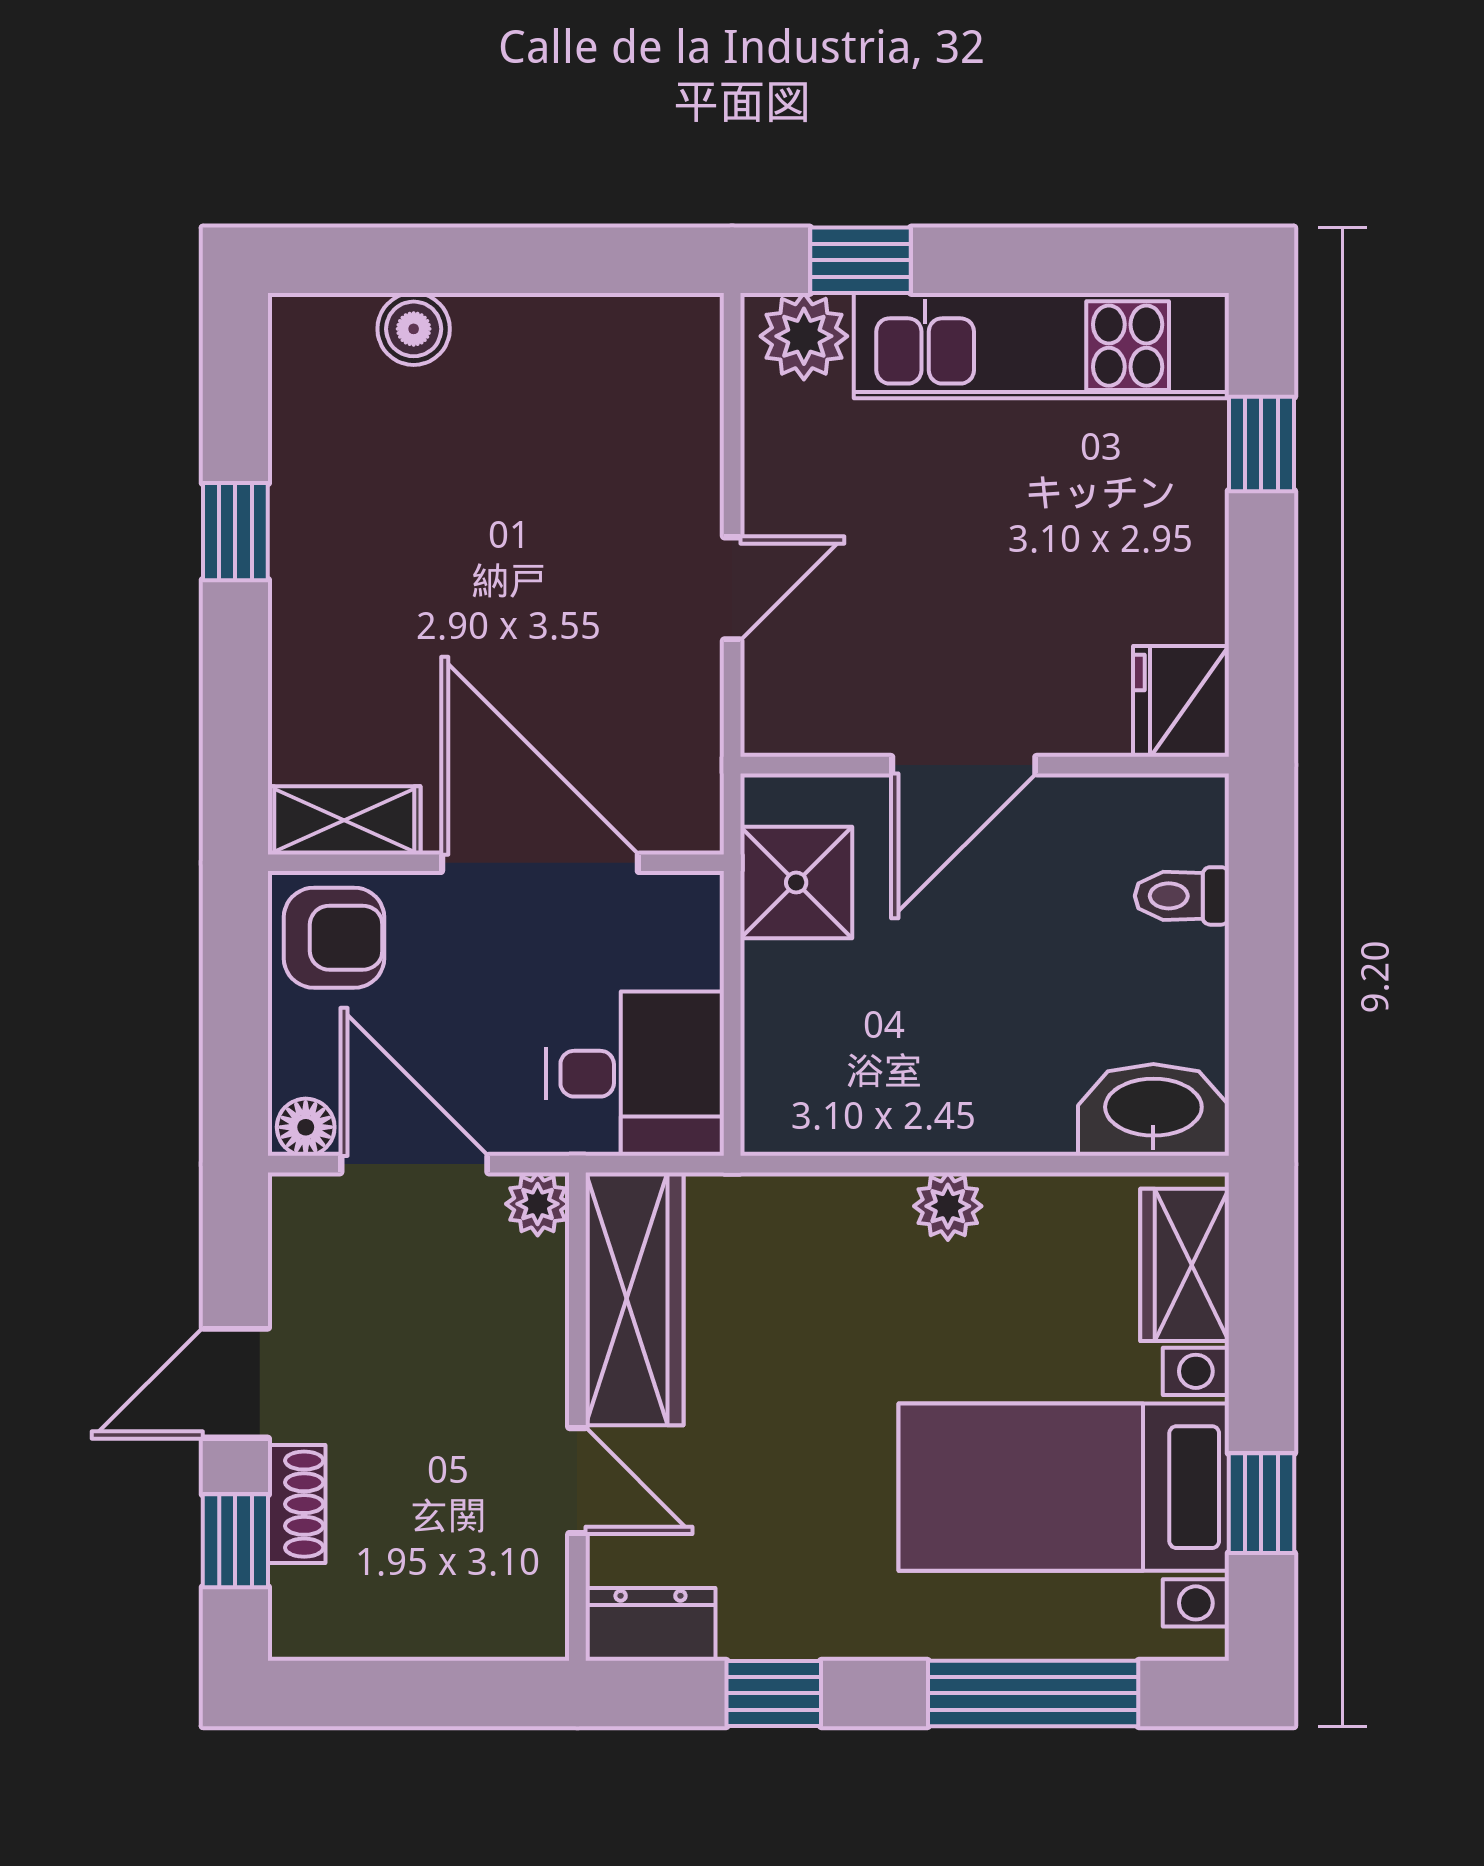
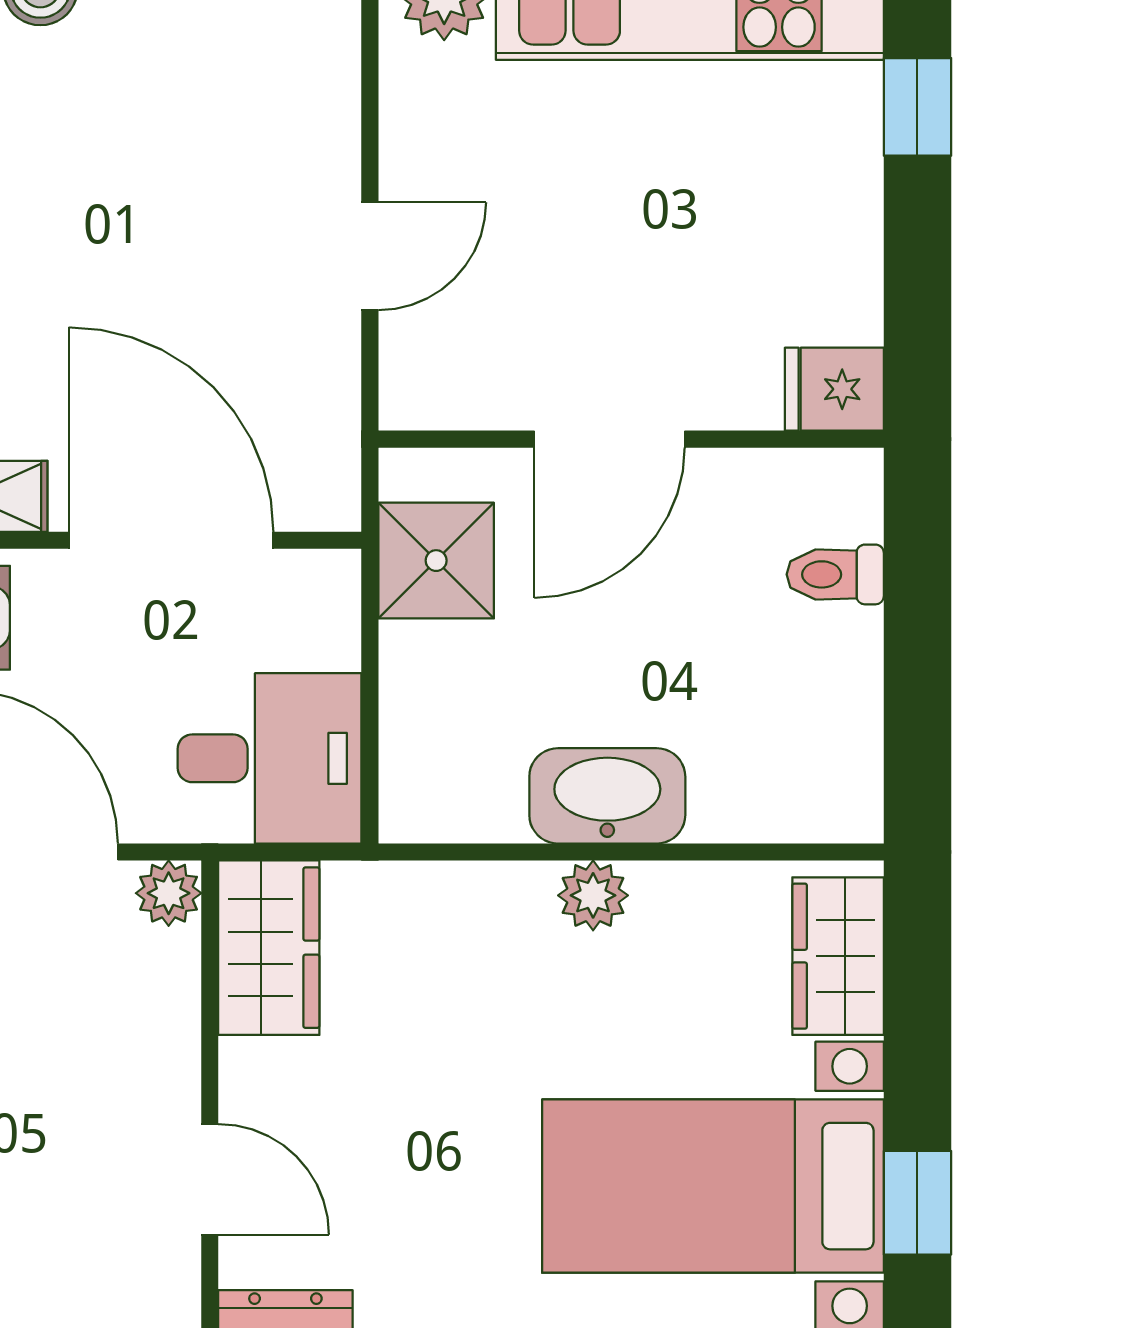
fridge: (1181, 701) -> (834, 389), width x0.72
washbasin: (1153, 1110) -> (607, 796), moved
wardrobe: (634, 1299) -> (269, 948), width x0.67

